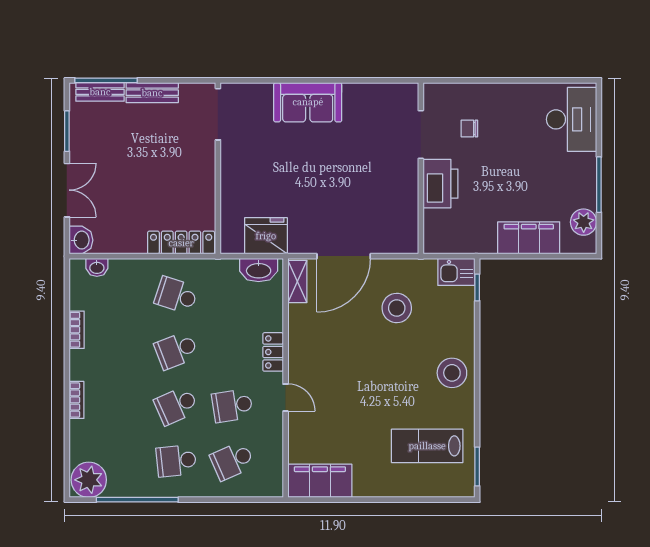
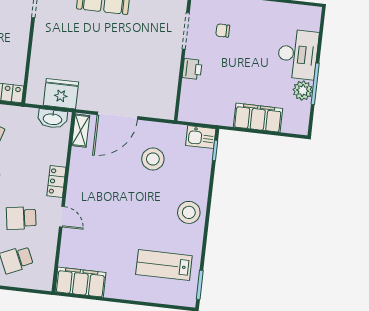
desk: (572, 119) -> (298, 54), moved
printer: (440, 184) -> (192, 69), width x0.53, depth x0.68
plant: (584, 222) -> (303, 91), moved

